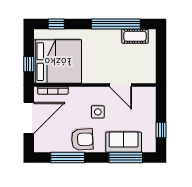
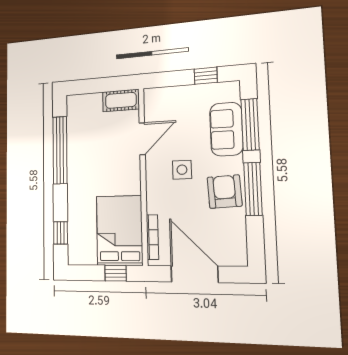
cot: (135, 36) -> (121, 100), moved, turned 90
bed: (58, 62) -> (119, 231), width x0.73
window: (68, 158) -> (253, 189), moved

